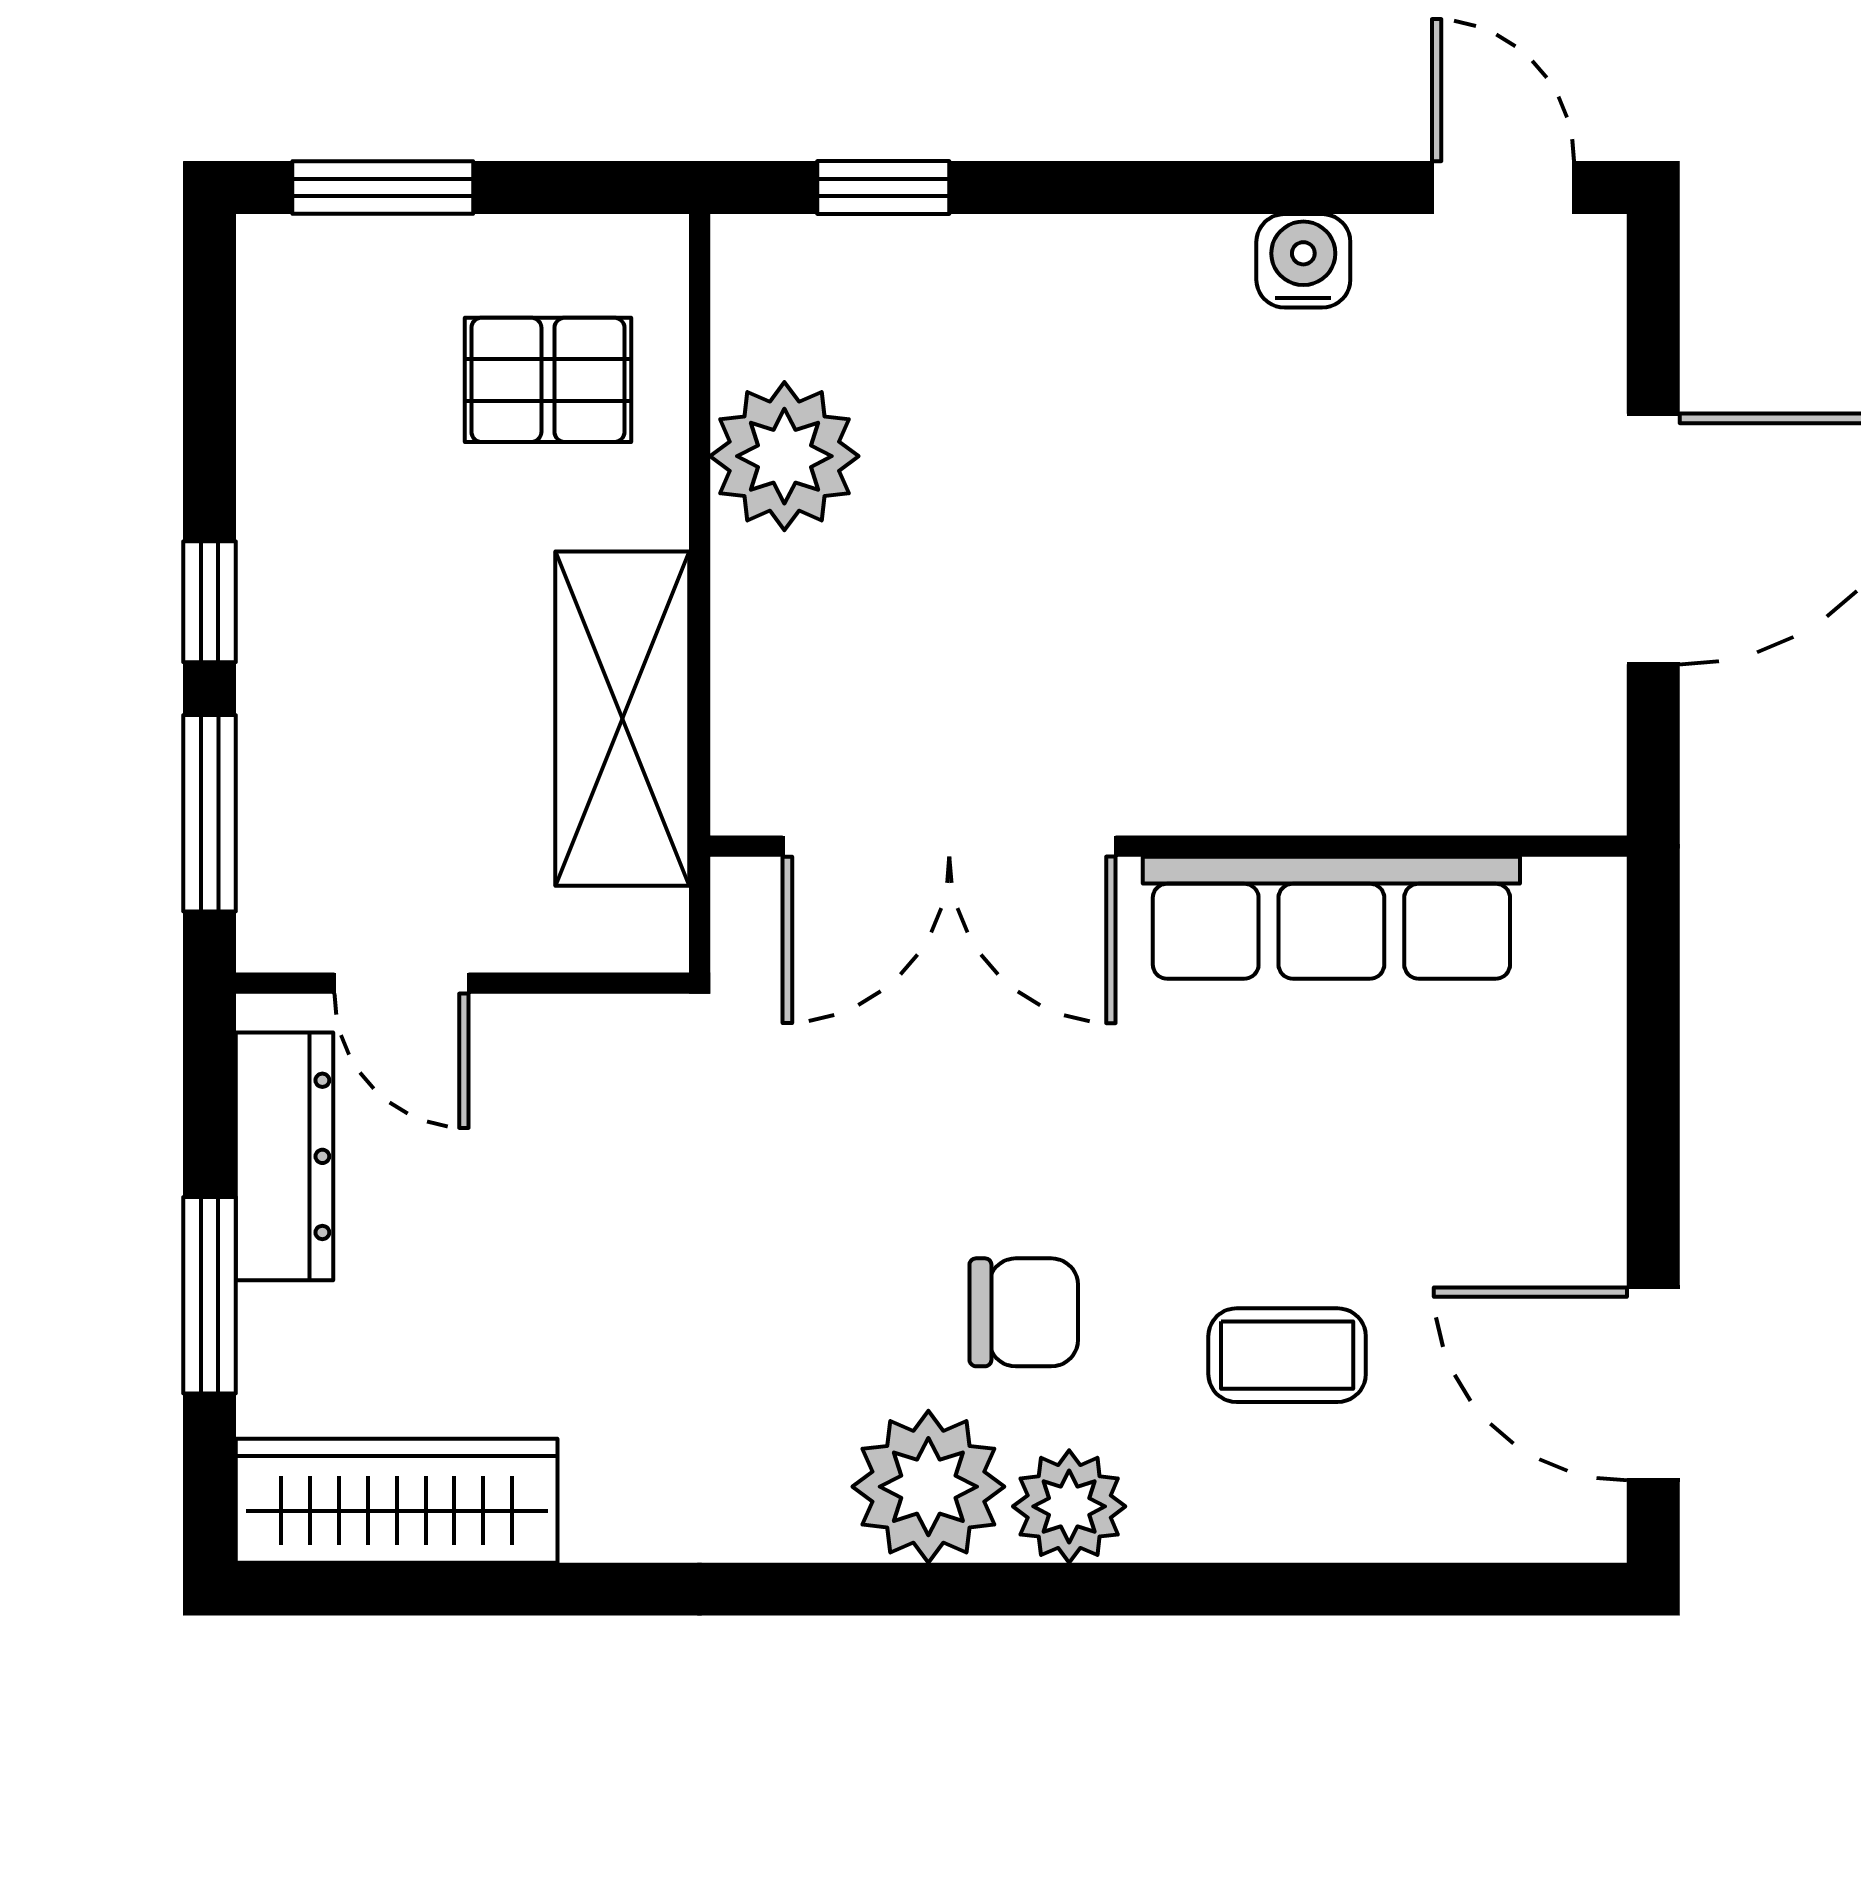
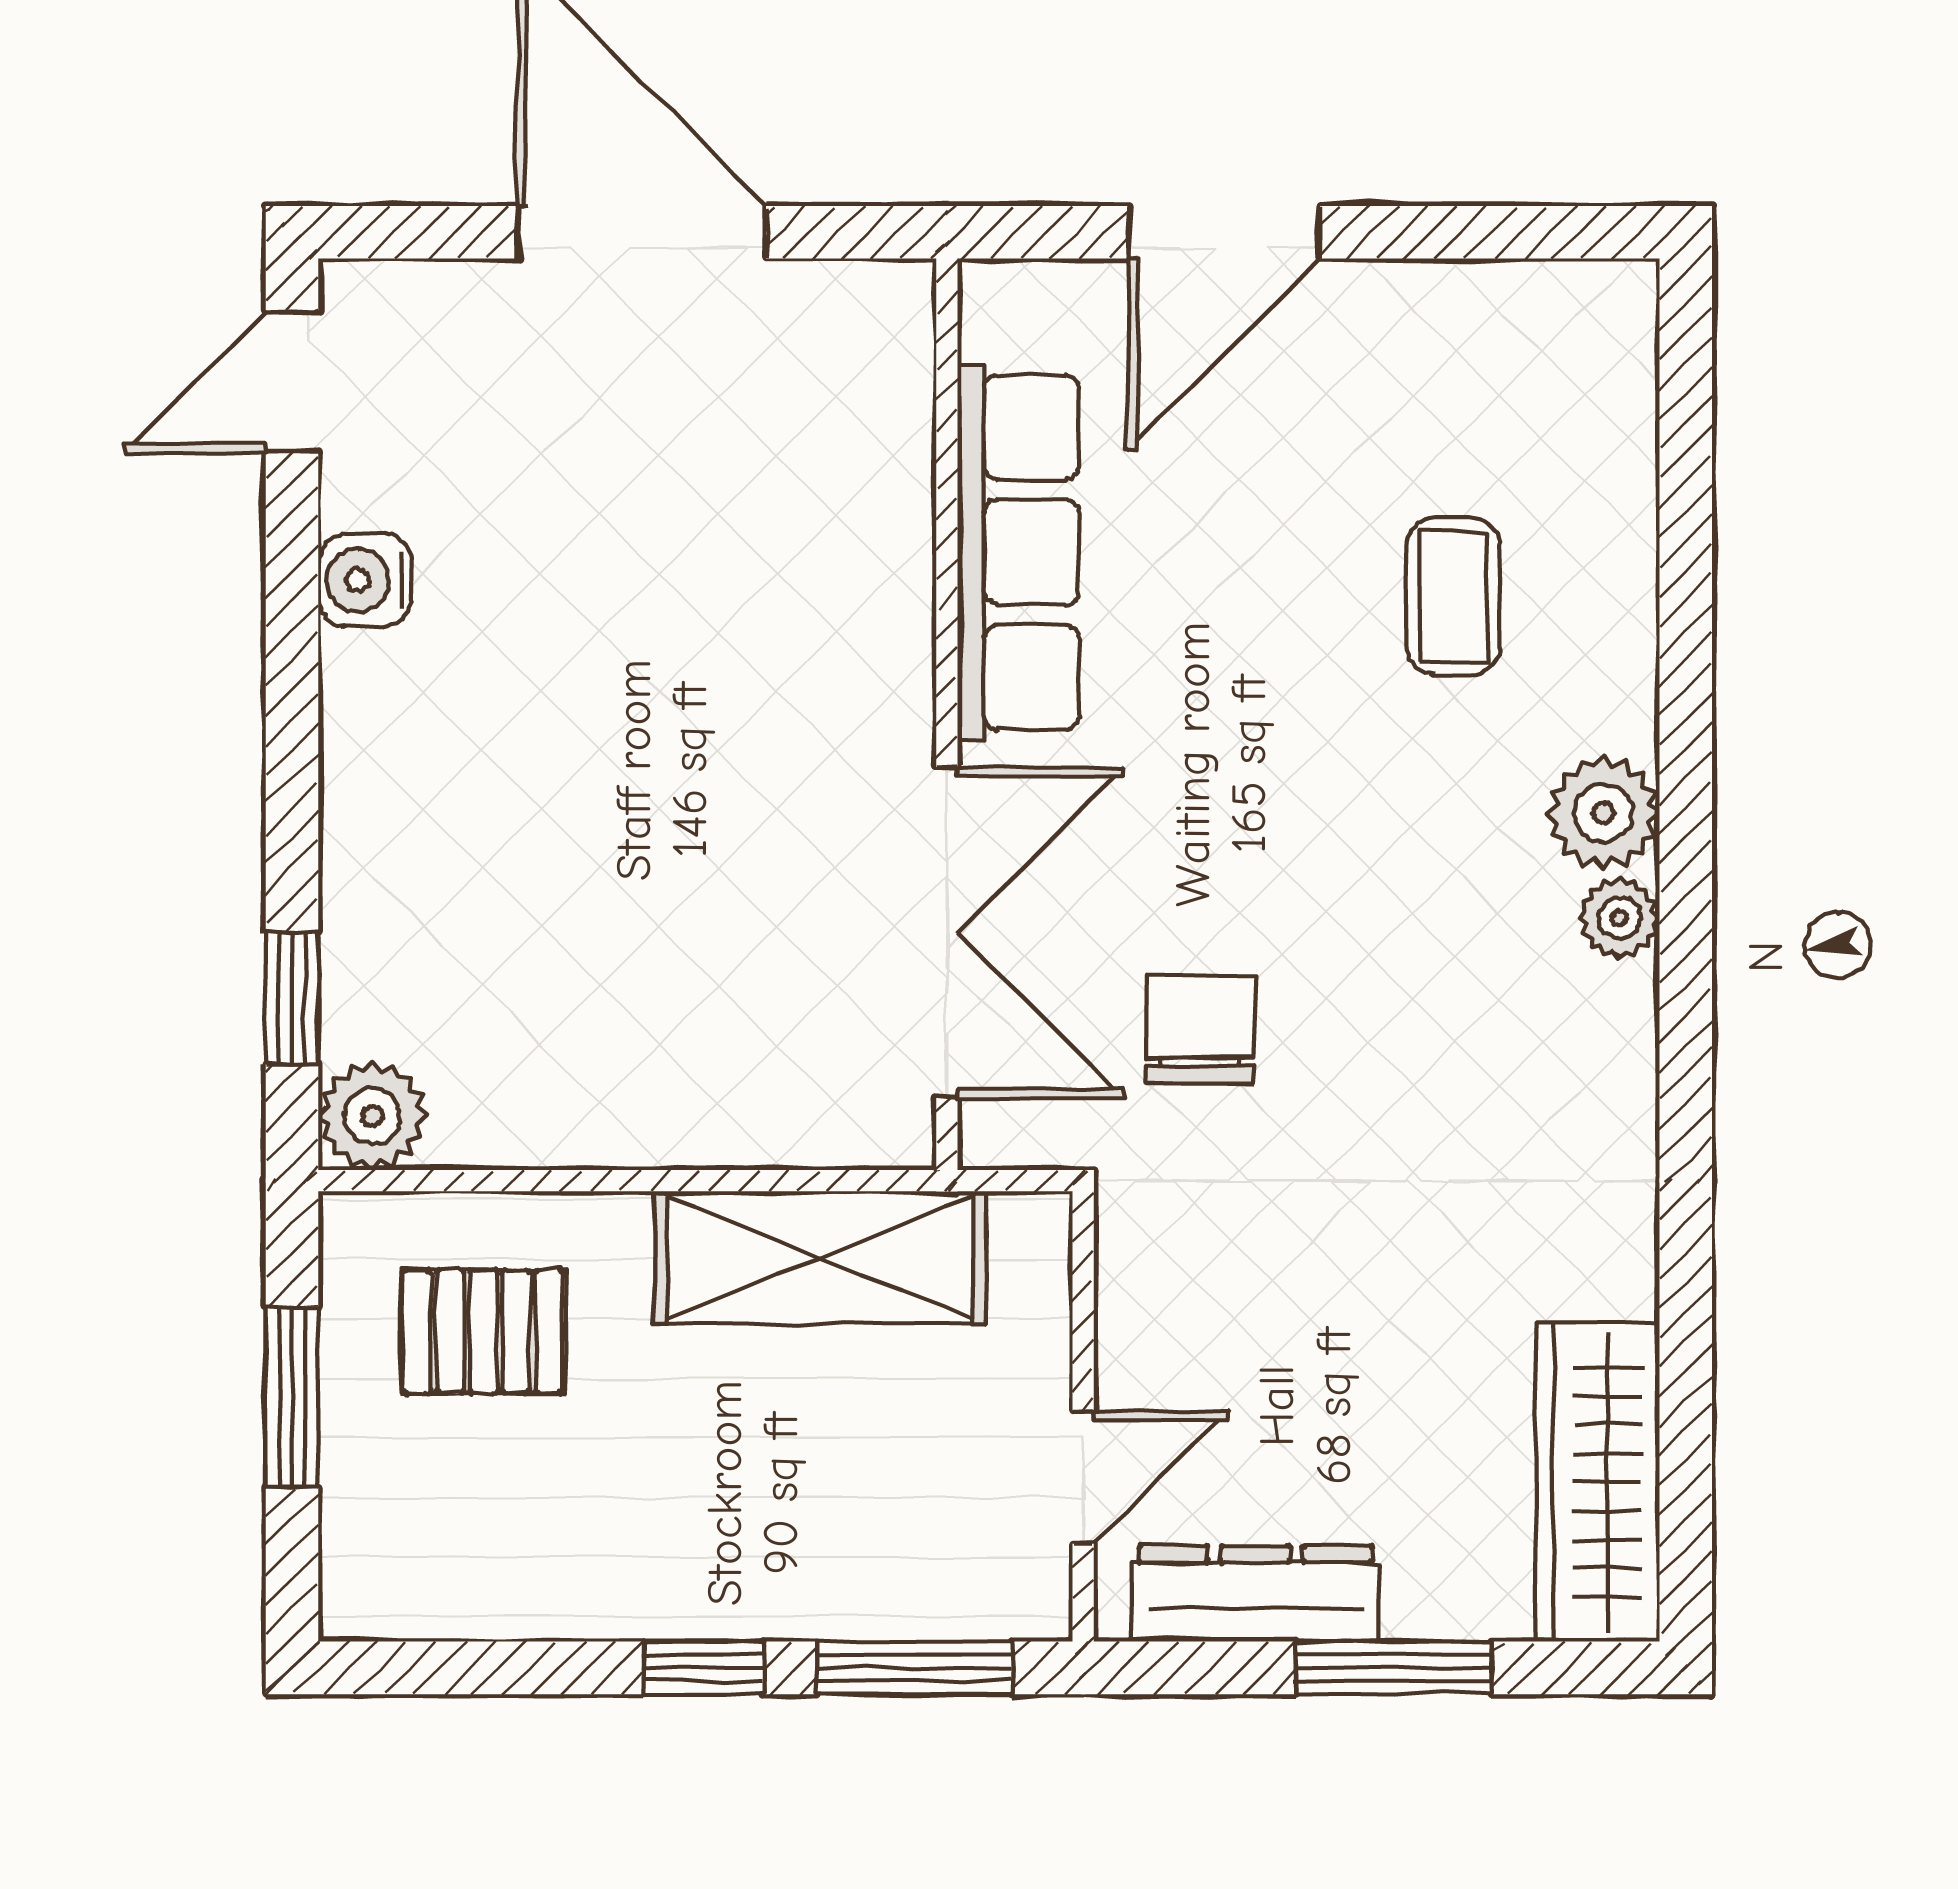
window: (383, 188) -> (292, 1397), moved
pallet: (548, 380) -> (483, 1331), turned 90
plant: (784, 456) -> (372, 1116), moved, width x0.73, depth x0.73
chair: (1024, 1312) -> (1200, 1030), moved
door: (1653, 1384) -> (1224, 232), moved
plant: (928, 1487) -> (1619, 918), width x0.53, depth x0.53

